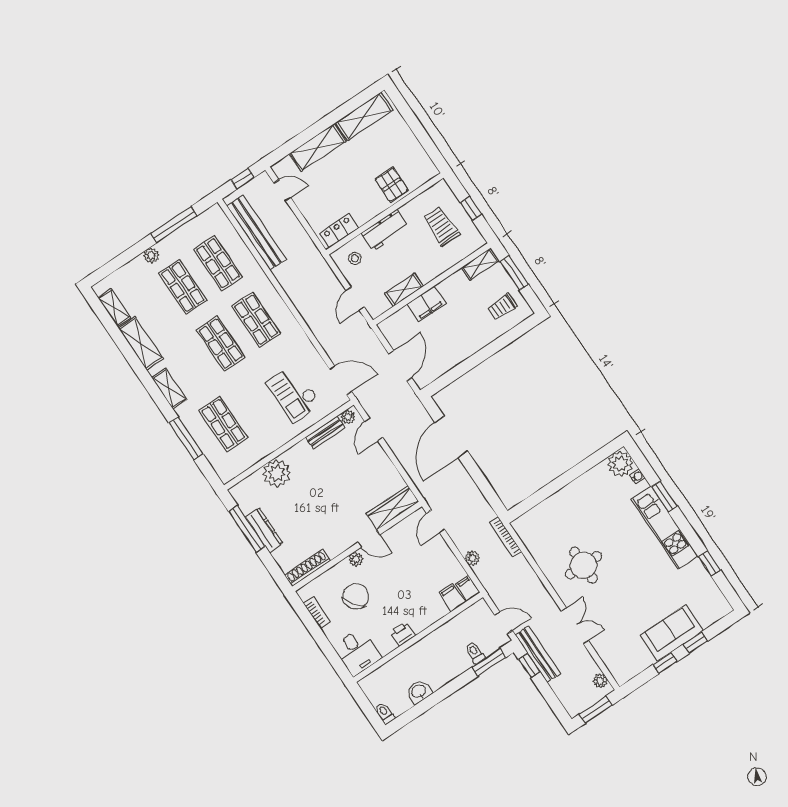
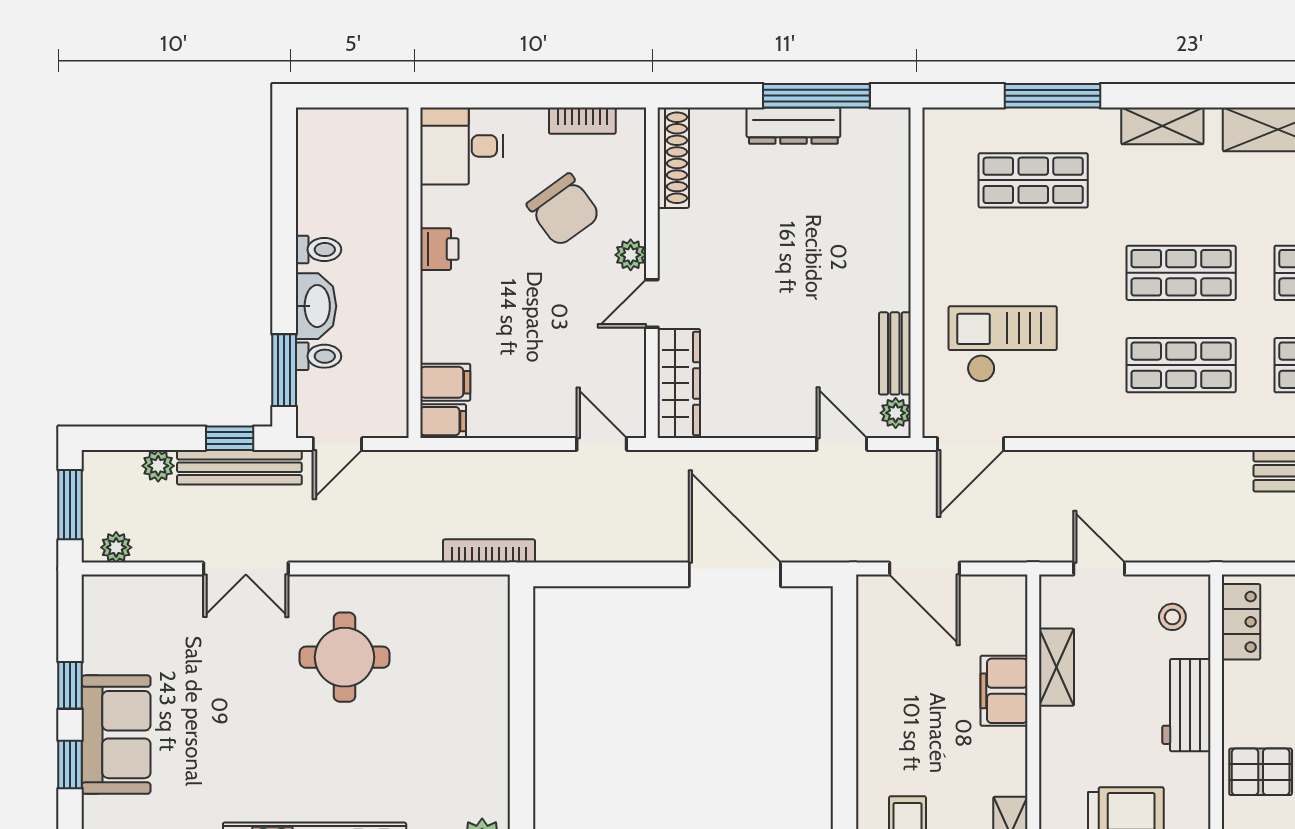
plant: (277, 473) -> (880, 217), removed
plant: (472, 558) -> (158, 466), moved
washbasin: (419, 692) -> (316, 306), moved, width x1.38
toilet: (385, 713) -> (318, 250), moved

